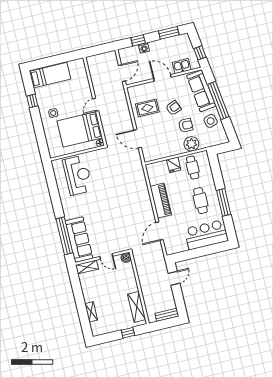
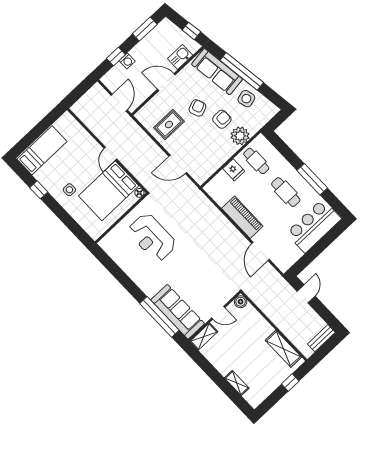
reception desk: (78, 175) -> (152, 237), moved, turned 180

